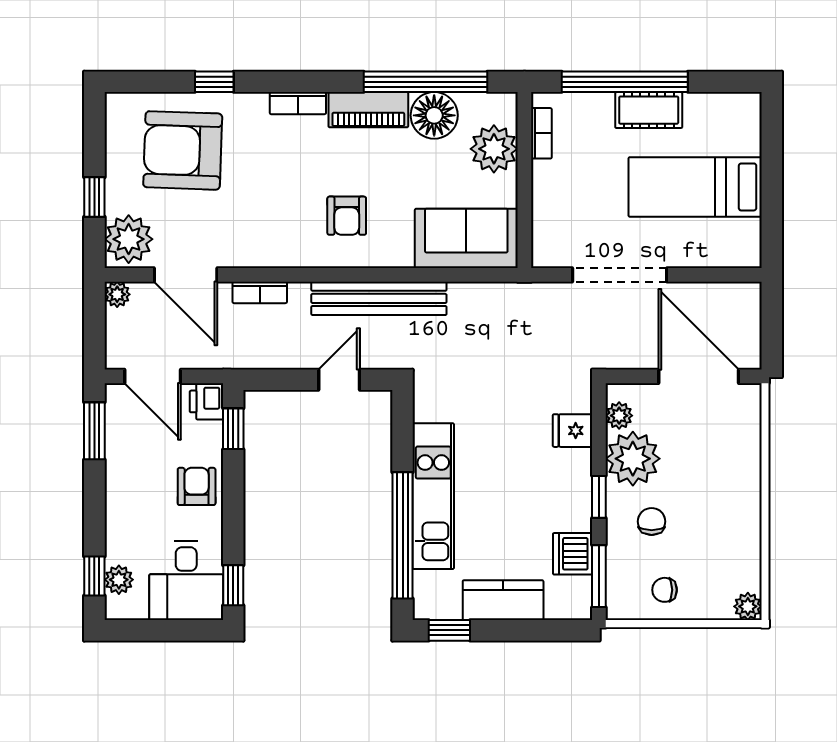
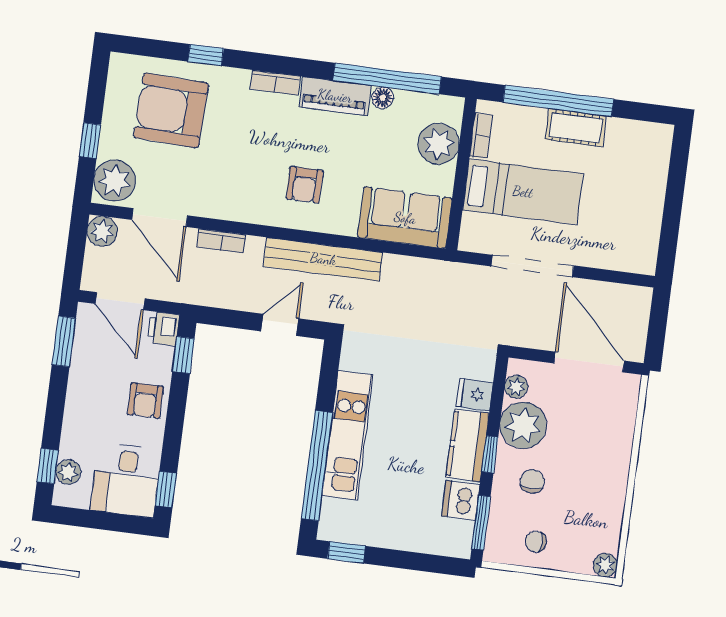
floor lamp: (434, 115) -> (383, 98), width x0.53, depth x0.53
bed: (695, 187) -> (523, 192), moved, turned 180
plant: (117, 294) -> (102, 231), width x1.38, depth x1.38
armchair: (197, 486) -> (145, 401), turned 180
kitchen counter: (503, 600) -> (468, 445), moved, turned -90

